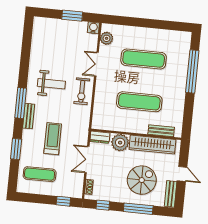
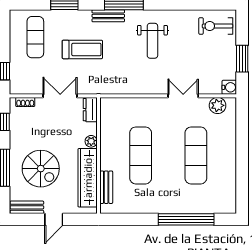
exercise bike: (82, 91) -> (216, 26), moved
plant: (120, 143) -> (91, 141), width x0.53, depth x0.53

